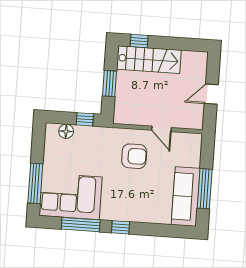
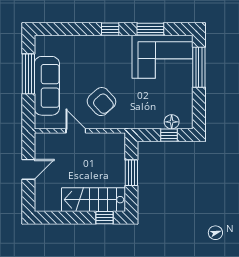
window: (85, 119) -> (169, 135), moved
armchair: (134, 156) -> (101, 102), turned -132
sofa: (186, 197) -> (47, 86), moved
window: (81, 225) -> (150, 29), width x0.69

